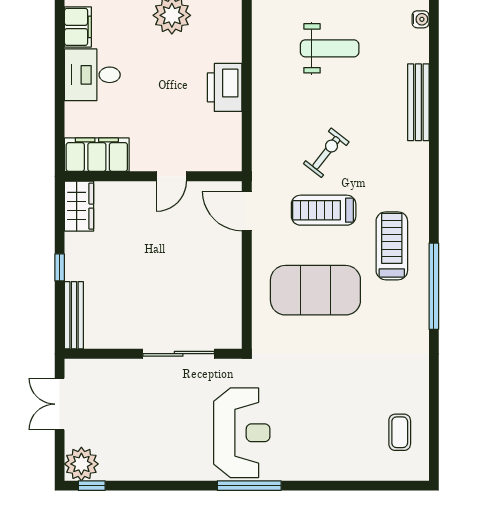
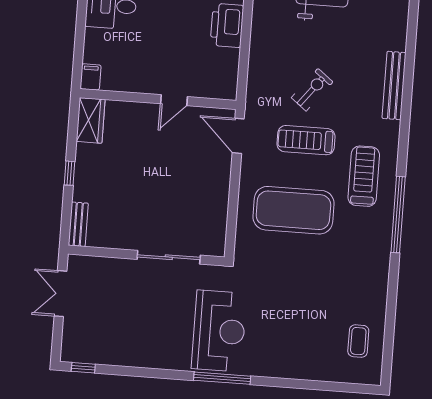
bench: (418, 102) -> (394, 86), moved
filing cabinet: (97, 155) -> (91, 77), width x0.33, depth x0.86
bench: (74, 315) -> (78, 224), width x0.73
plant: (81, 464) -> (76, 348), removed

